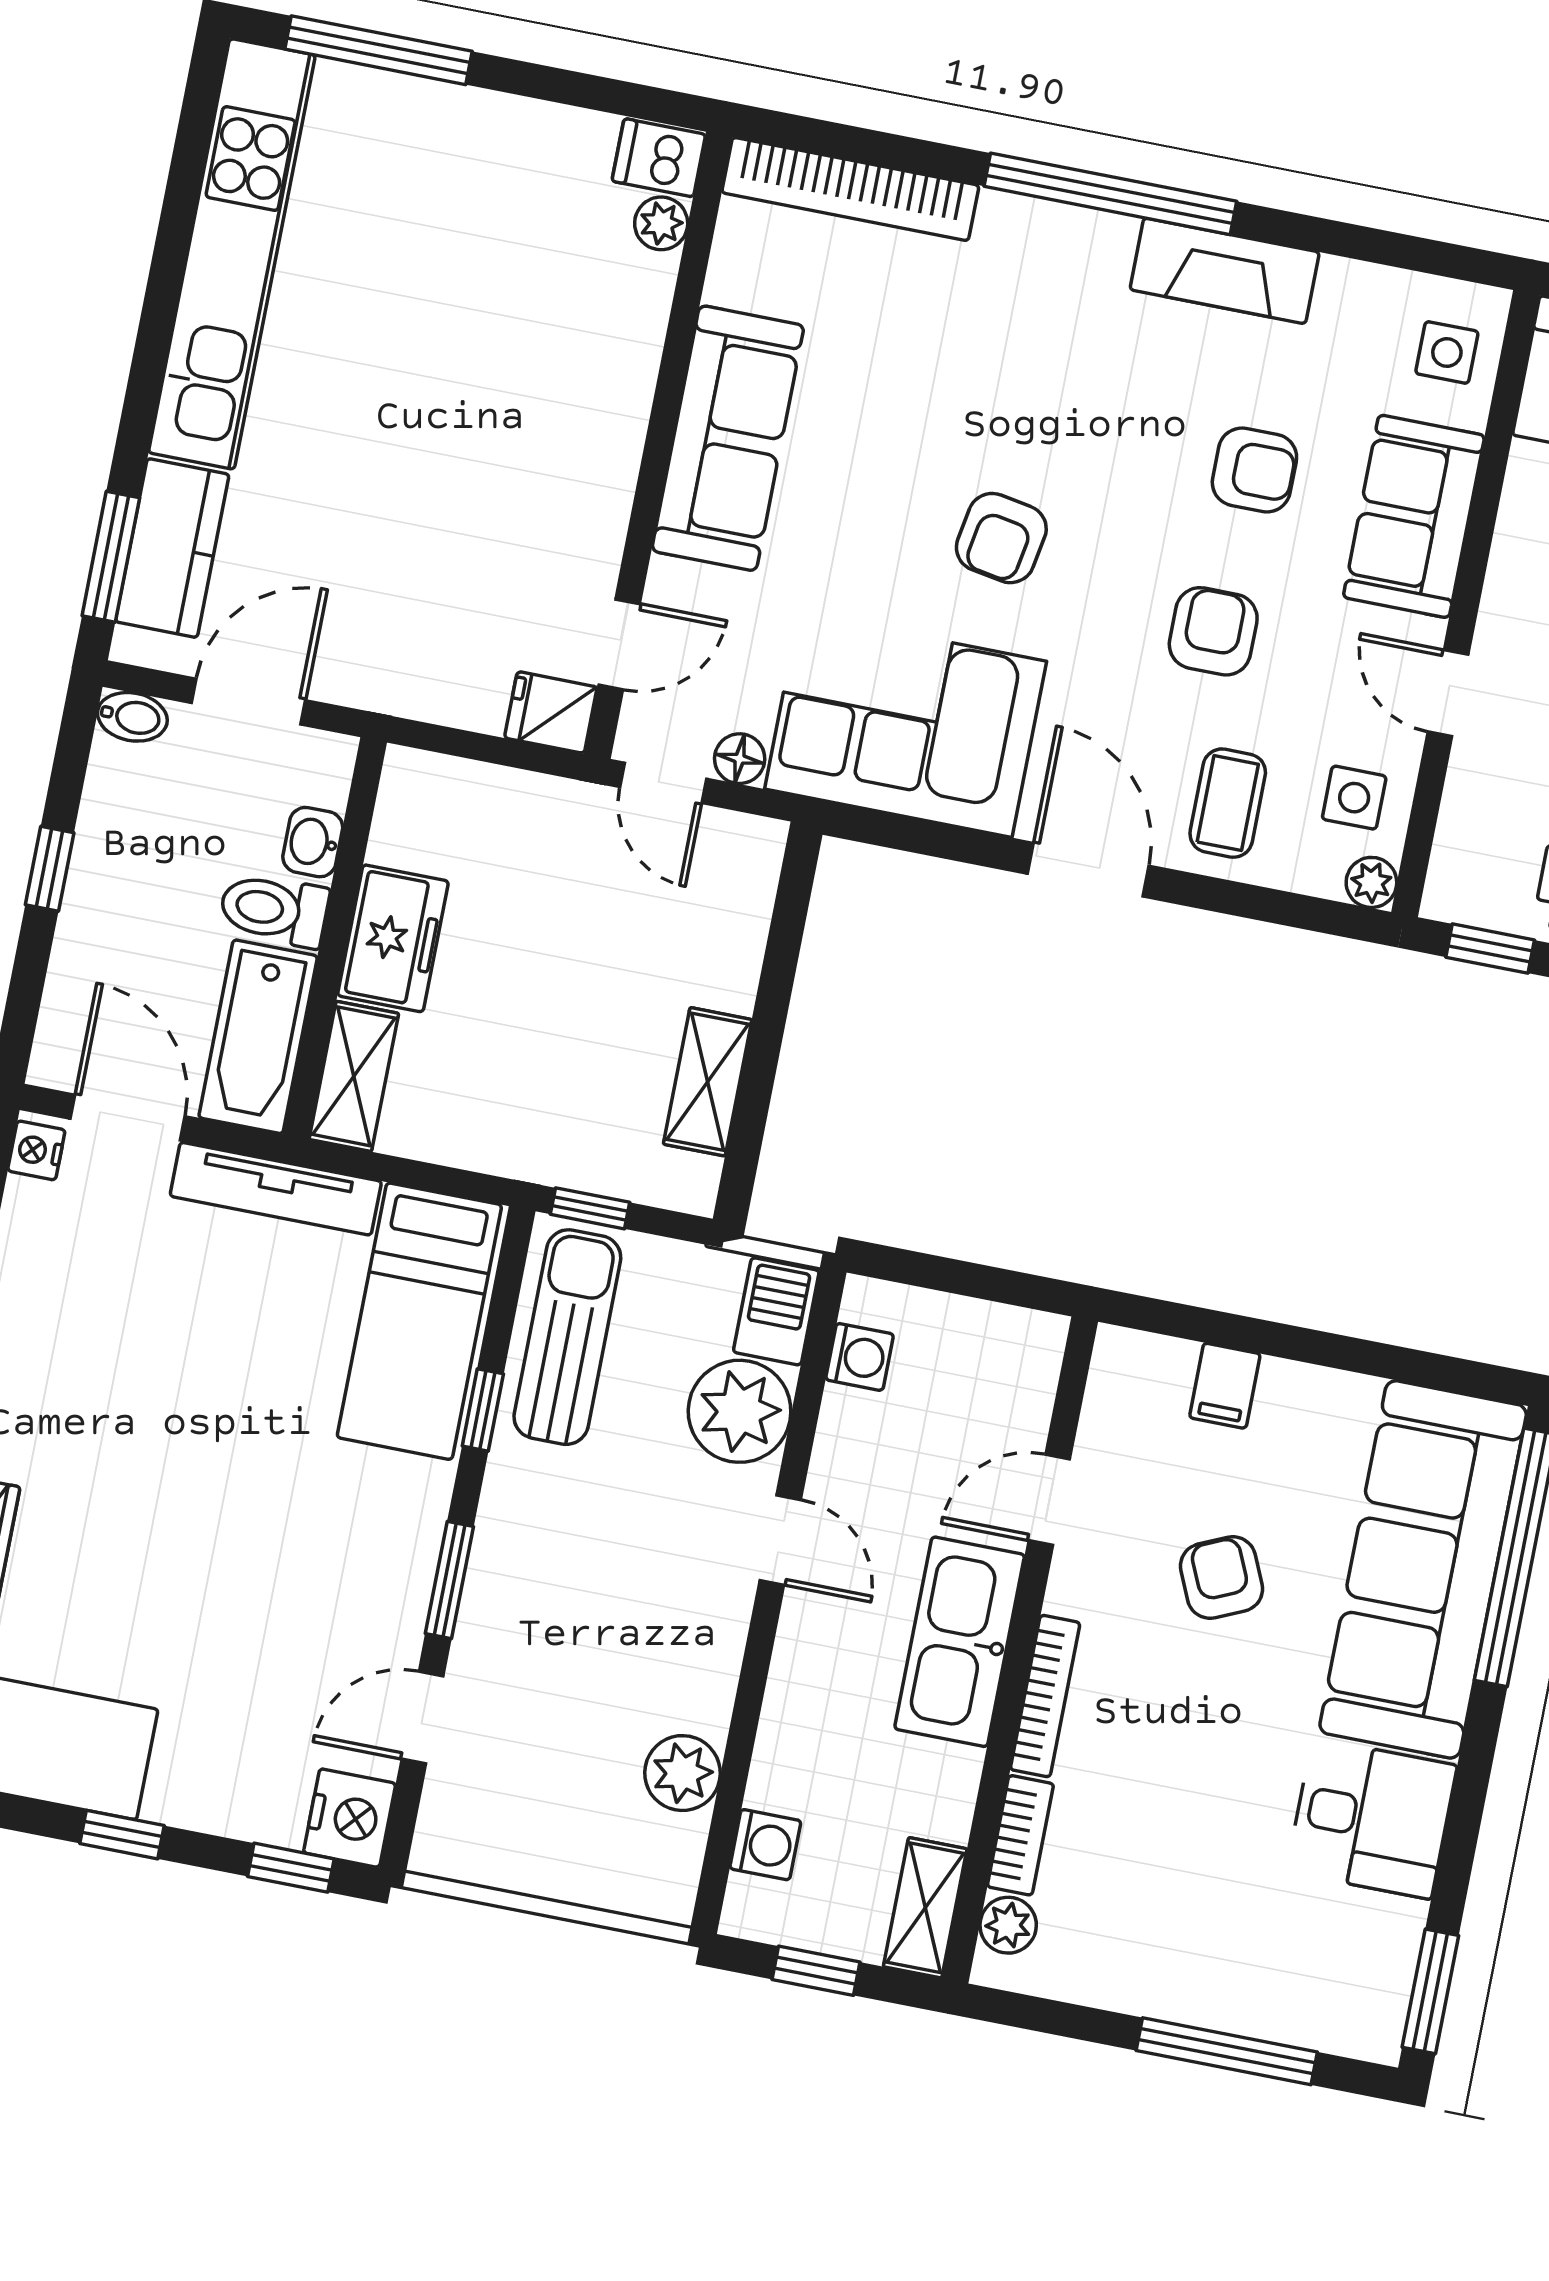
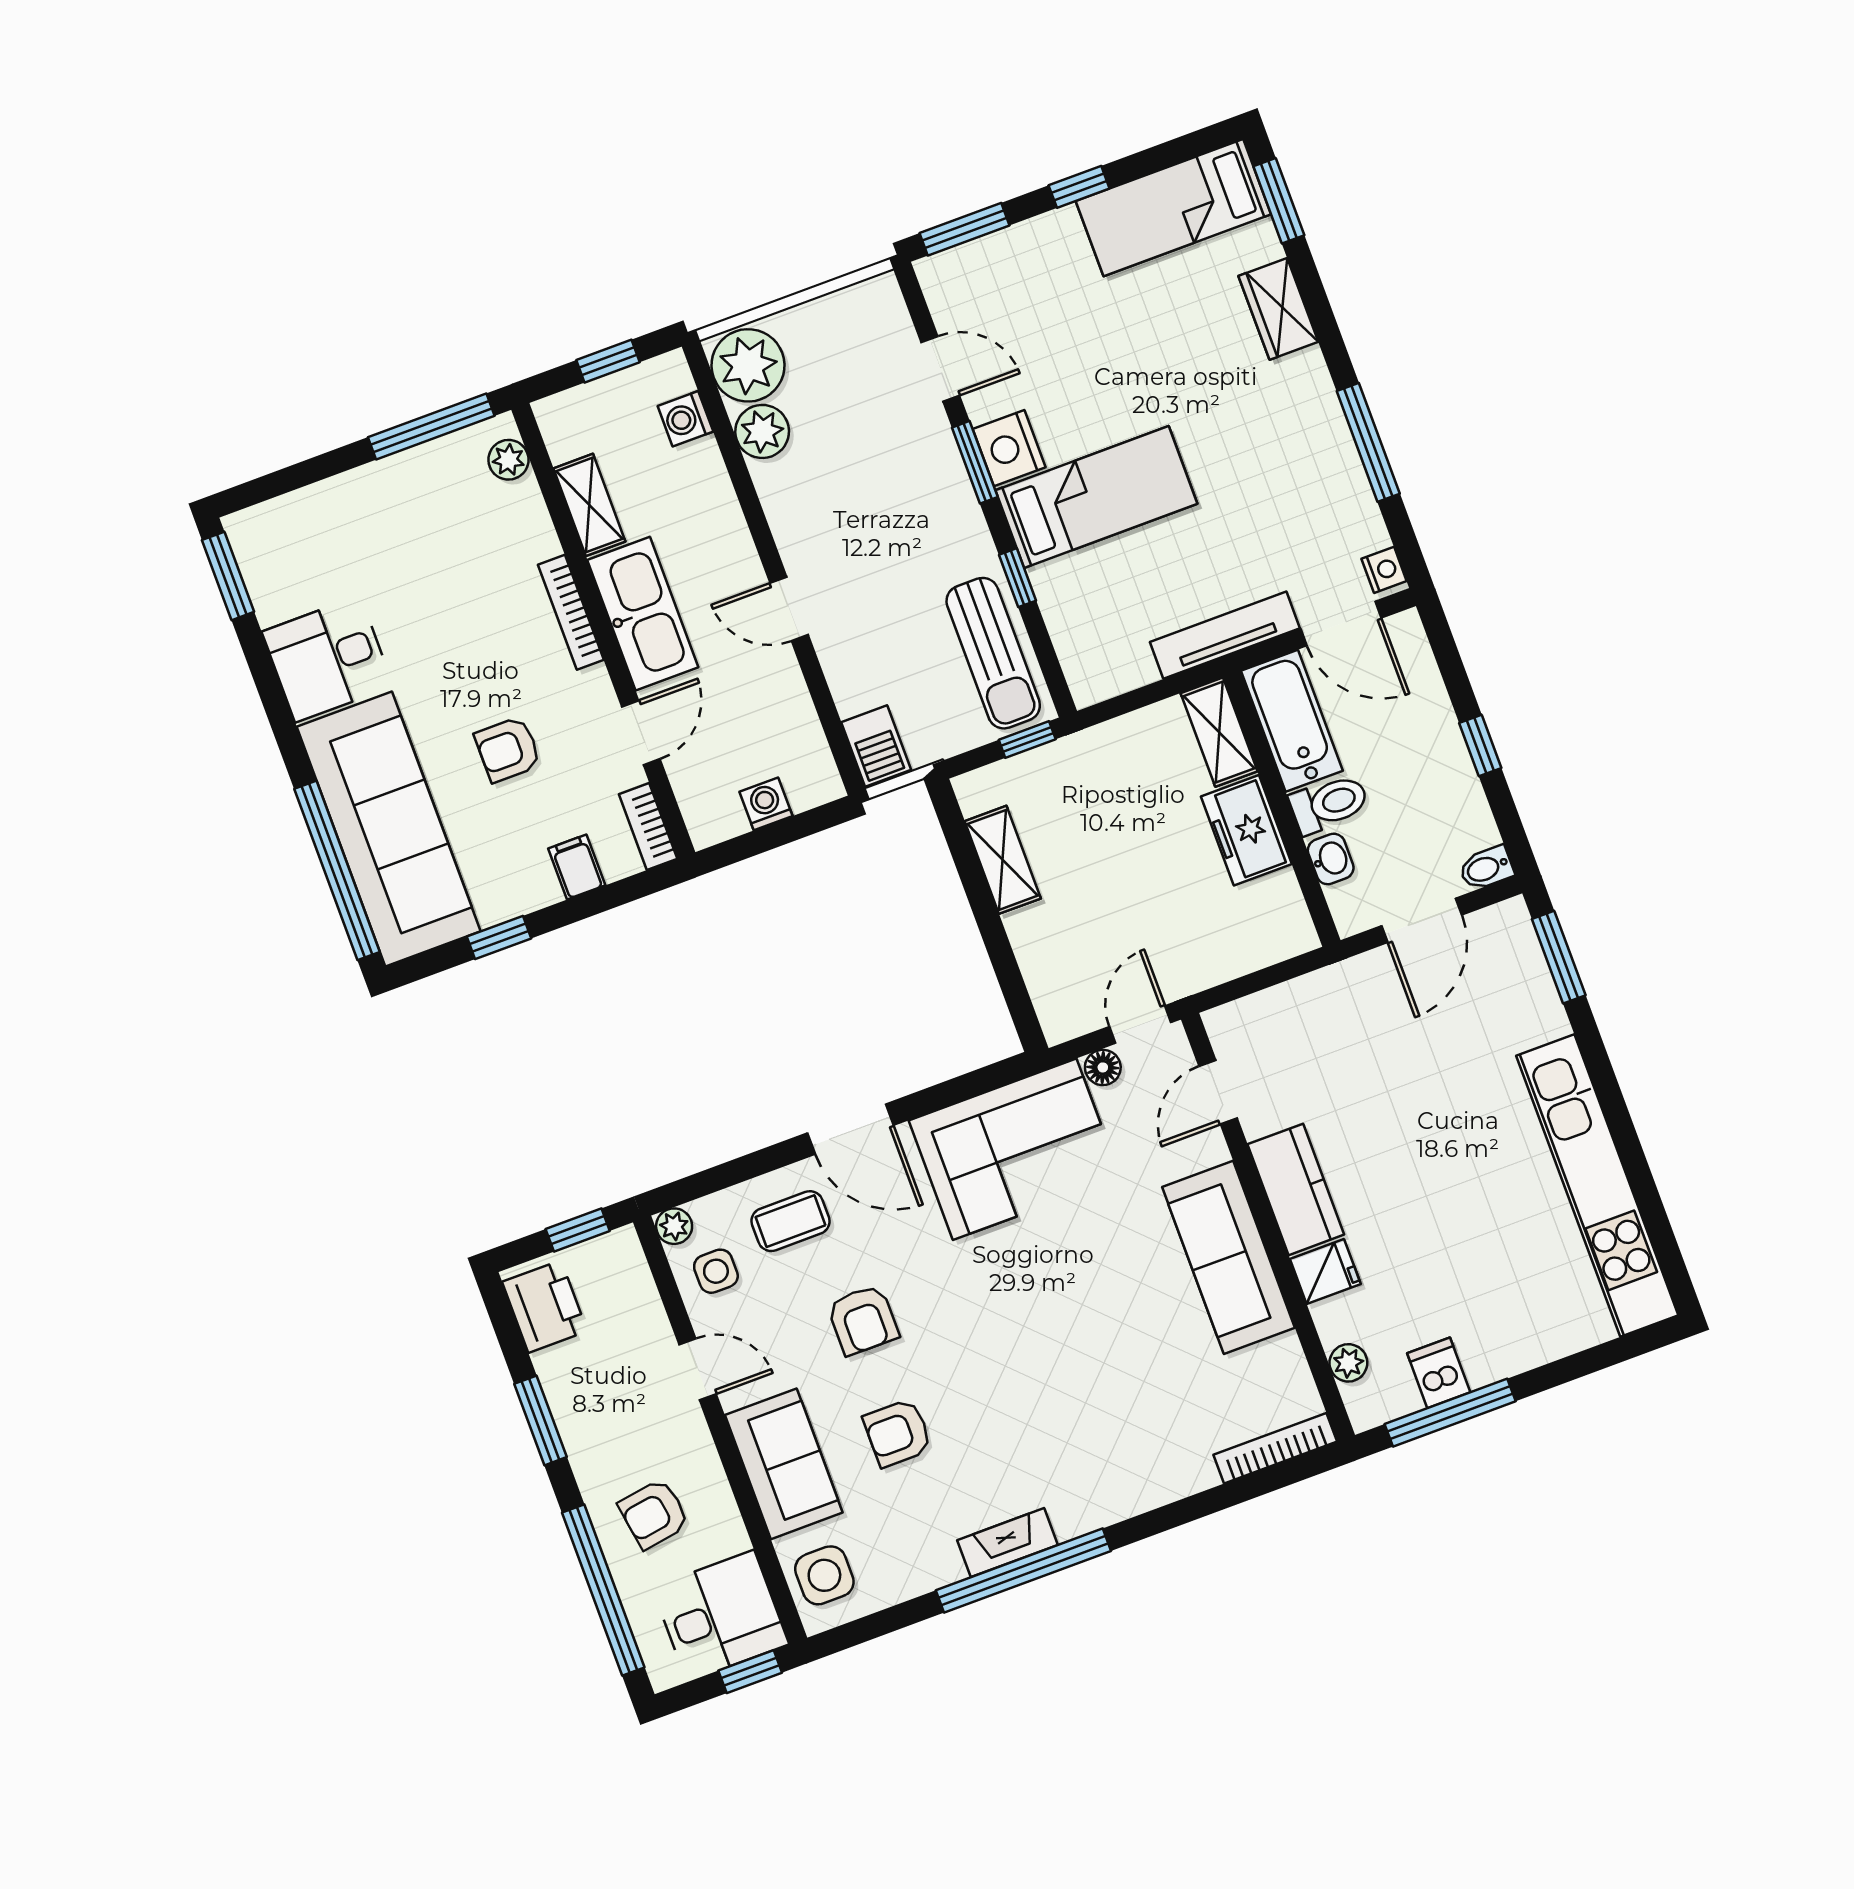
window: (379, 50) -> (1450, 1413), moved
dishwasher: (659, 158) -> (1439, 1373), moved, turned -90
bookcase: (850, 189) -> (1275, 1448), width x0.68, depth x0.76
window: (1110, 194) -> (1023, 1571), moved
fireplace: (1225, 271) -> (1008, 1543), width x0.73, depth x0.76
side table: (1447, 352) -> (824, 1575), width x1.37, depth x1.37
armchair: (1001, 538) -> (1026, 1298), removed
kitchen counter: (172, 548) -> (1296, 1189), moved, turned 180
fridge: (551, 712) -> (1325, 1272), moved
door: (663, 783) -> (1140, 1024), hinge flipped
coffee table: (1228, 803) -> (791, 1221), turned 90
bed: (419, 1321) -> (1096, 497), moved, turned 90
washing machine: (860, 1357) -> (766, 804), moved, turned 90
window: (1370, 1358) -> (499, 937), added
plant: (740, 1411) -> (748, 365), moved
armchair: (1221, 1578) -> (508, 749), turned 114
door: (422, 1718) -> (940, 369), hinge flipped
nightstand: (350, 1818) -> (1009, 448), moved
bookcase: (1020, 1835) -> (648, 826), moved
window: (291, 1868) -> (964, 229), width x1.50
shelving: (925, 1908) -> (589, 505), moved
window: (1227, 2051) -> (431, 426), moved

